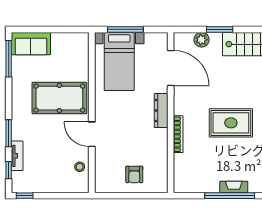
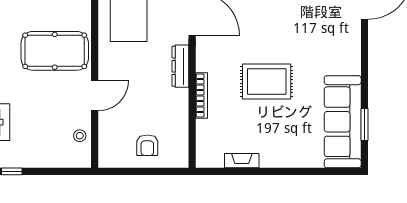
door: (92, 134) -> (95, 95), swing flipped
fireplace: (234, 187) -> (242, 161), moved
window: (230, 196) -> (265, 171), removed

